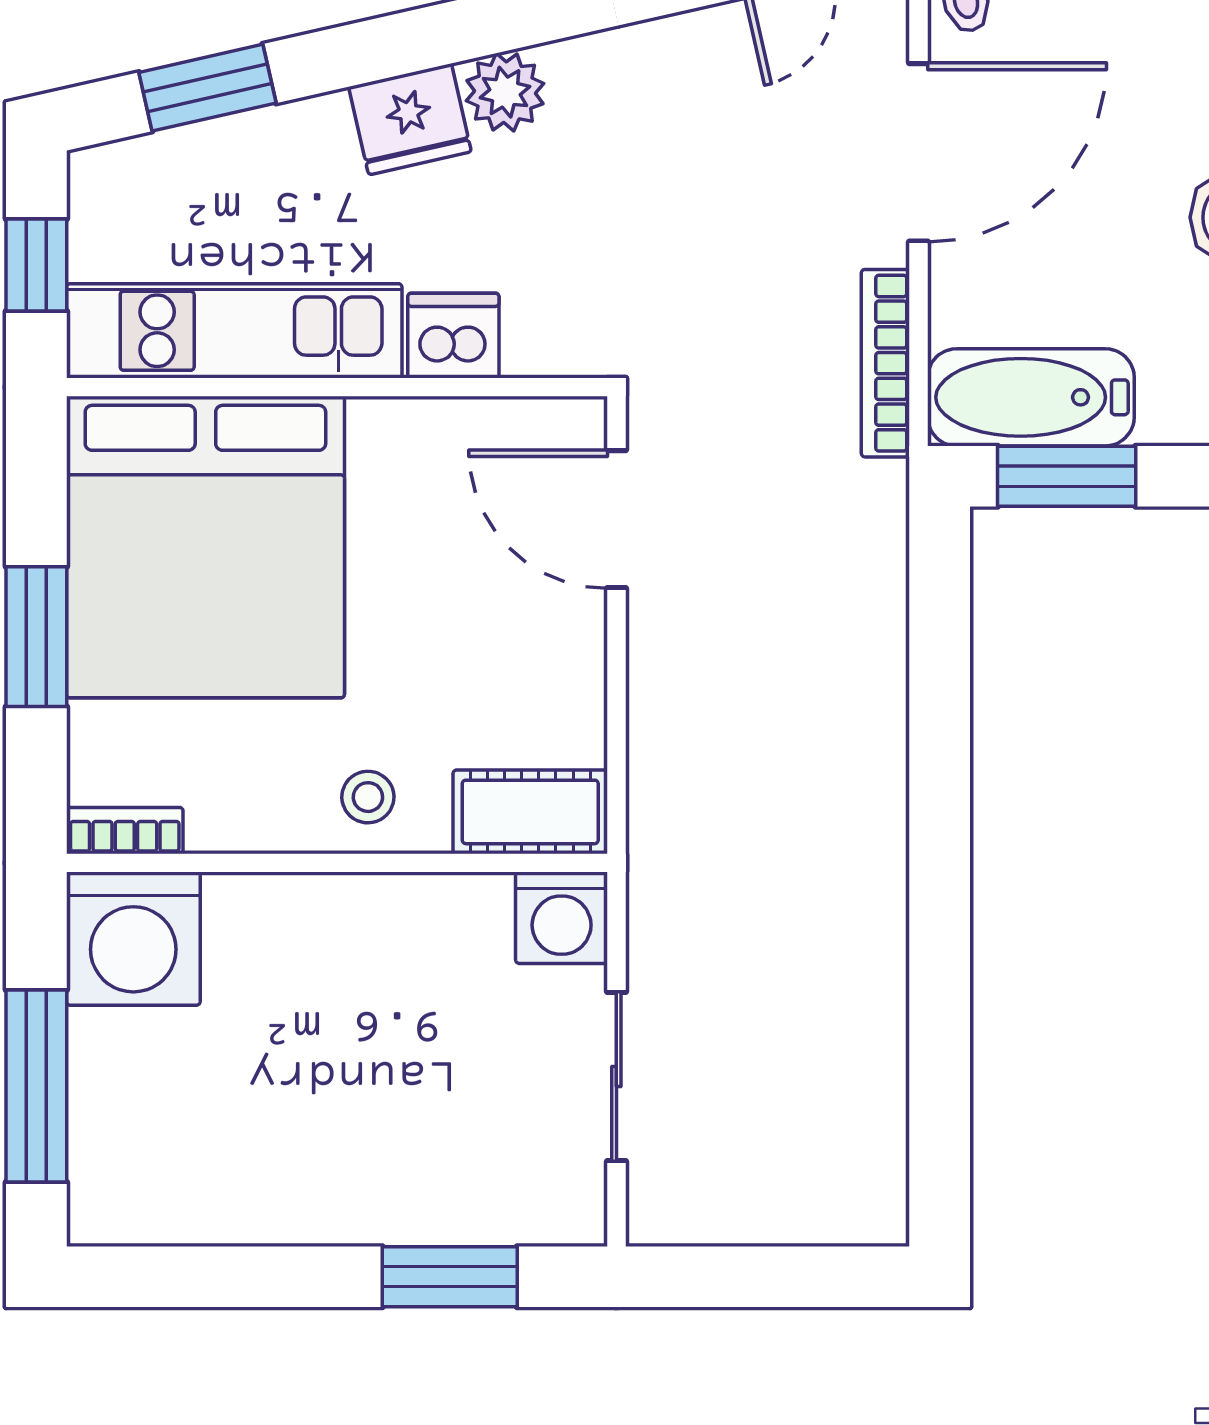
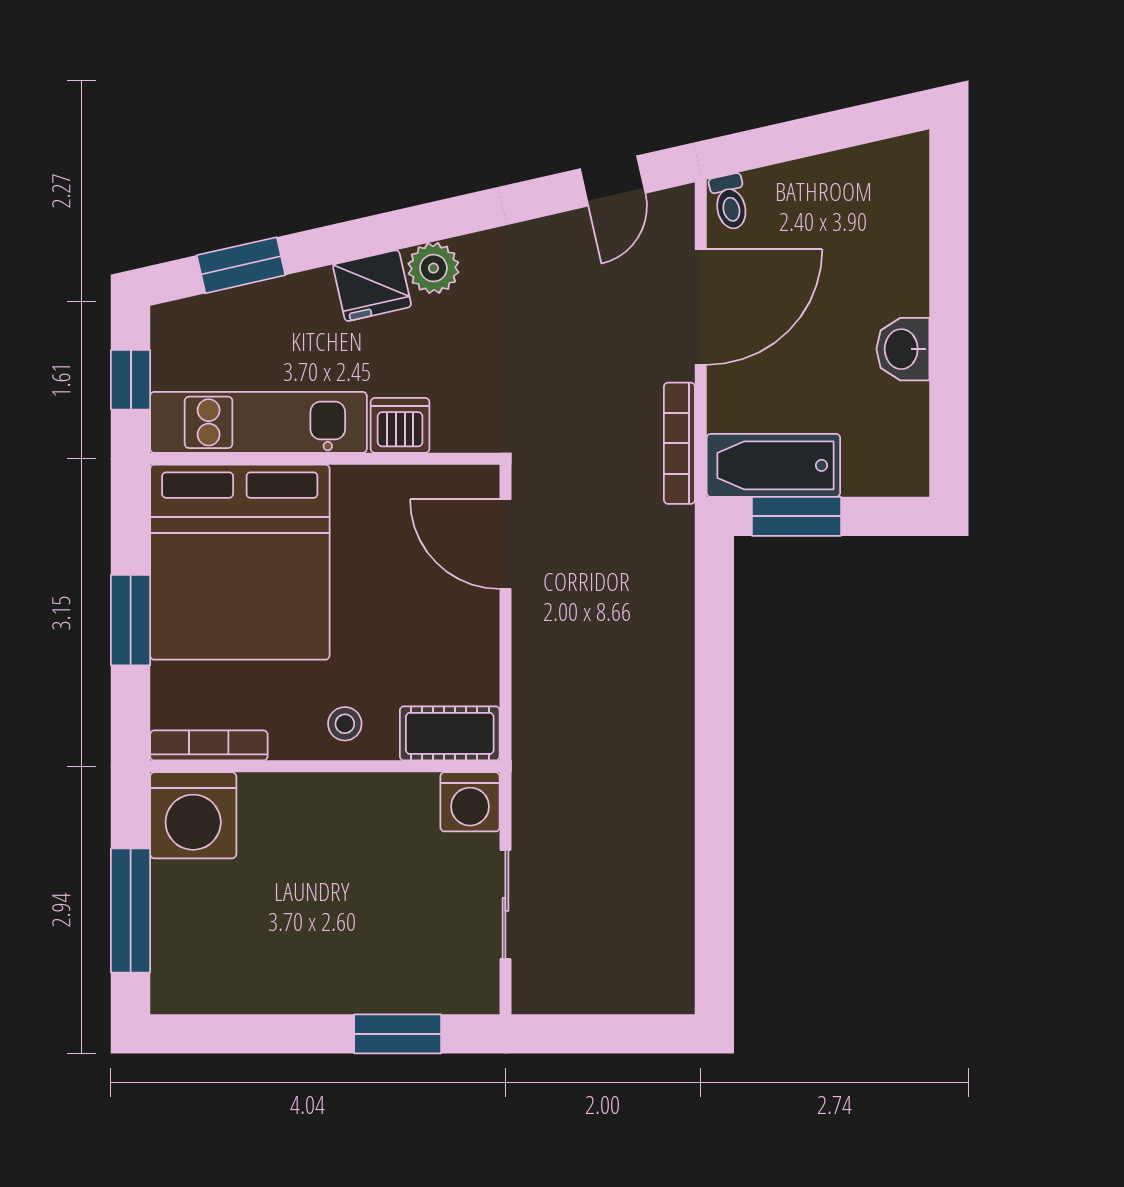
bookcase: (125, 831) -> (209, 745), width x1.56

